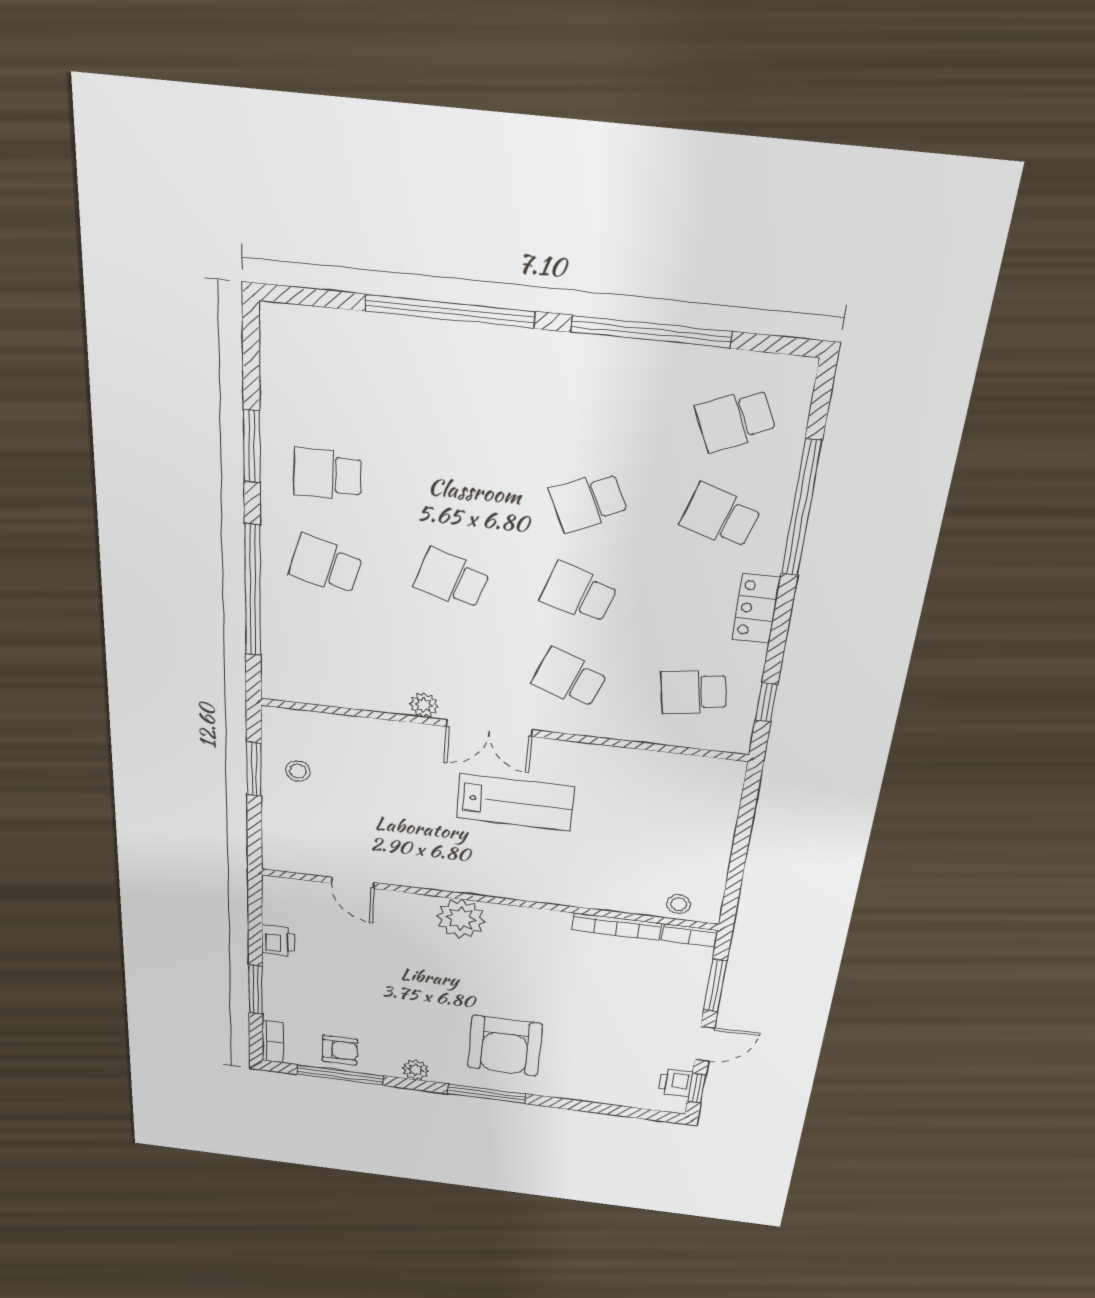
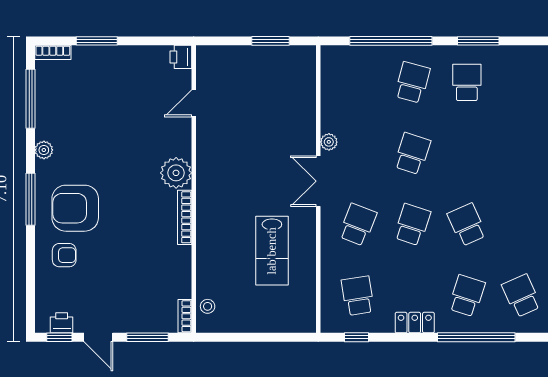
stool: (298, 771) -> (273, 68), removed
lab bench: (515, 803) -> (272, 251), moved
bookcase: (617, 927) -> (185, 217), moved
printer: (278, 941) -> (181, 57), moved, turned 90
armchair: (340, 1050) -> (64, 255), moved, turned -90

